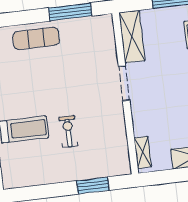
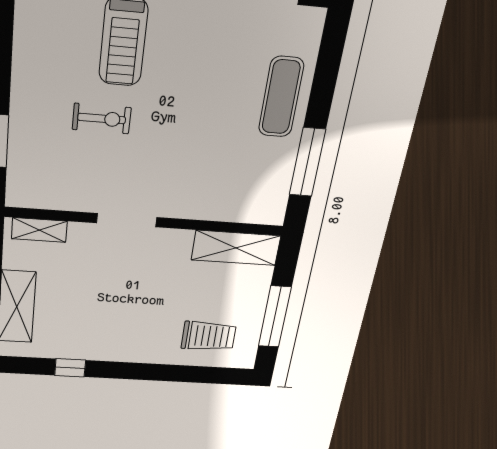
doorway: (124, 83) -> (127, 220), moved

